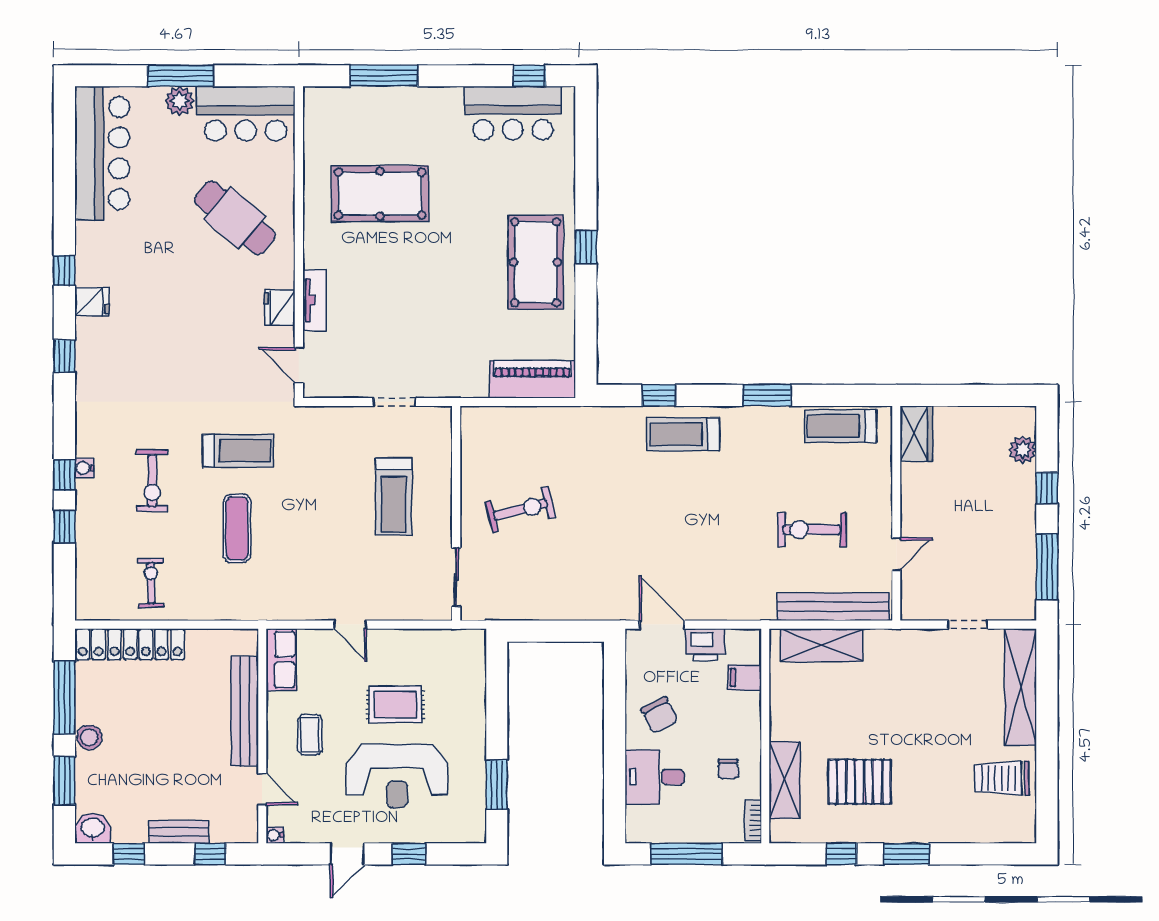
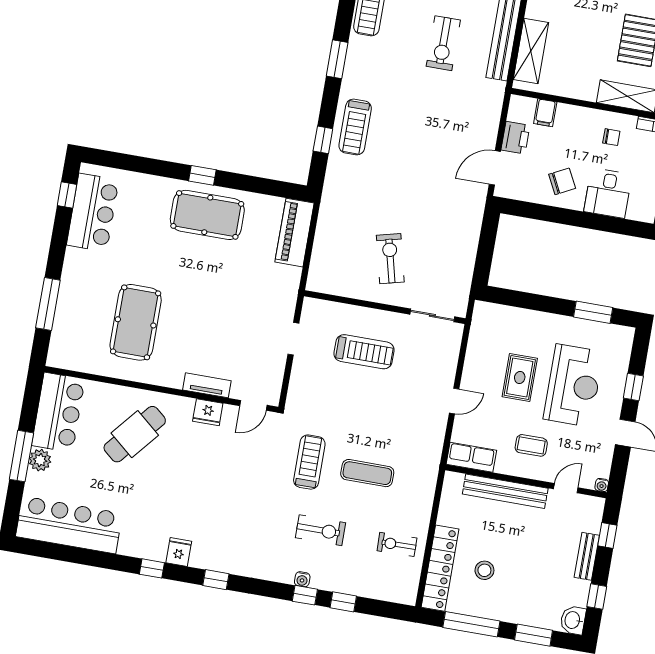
stool: (89, 737) -> (484, 570), moved

